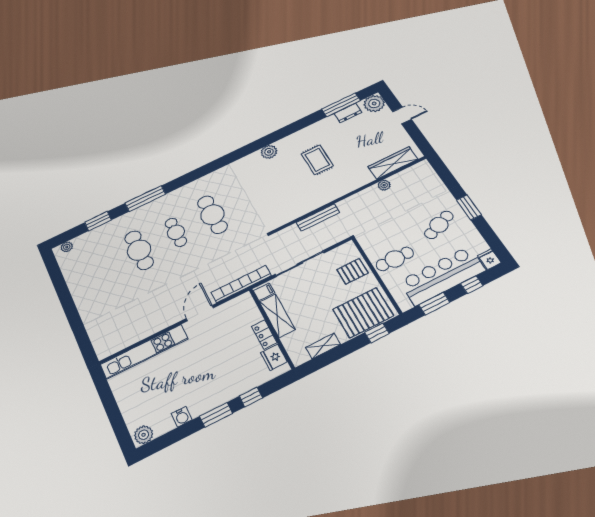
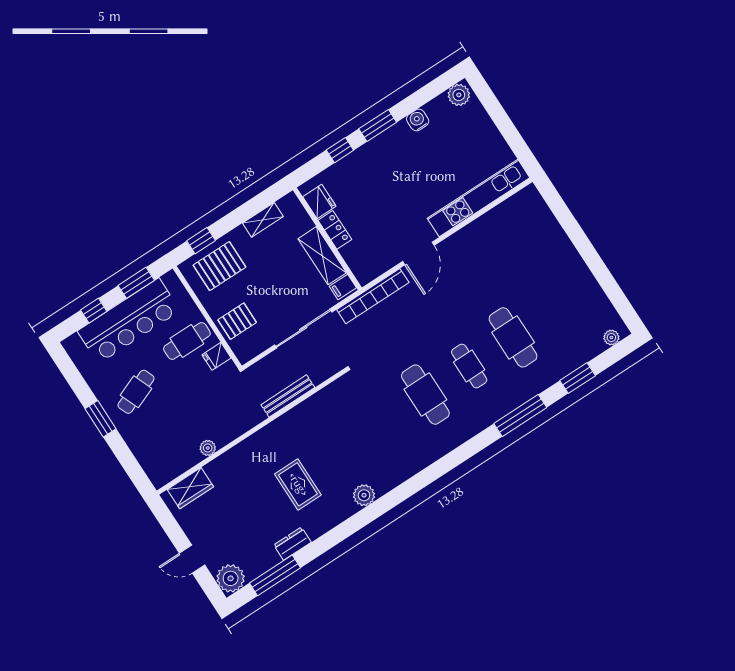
dresser: (348, 113) -> (292, 544), moved
wardrobe: (393, 163) -> (190, 488), width x0.67
fridge: (489, 259) -> (216, 356), moved, turned 90
pallet: (363, 313) -> (219, 266), width x0.73, depth x0.71

